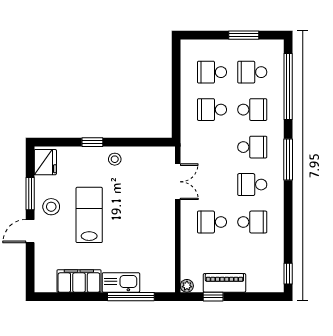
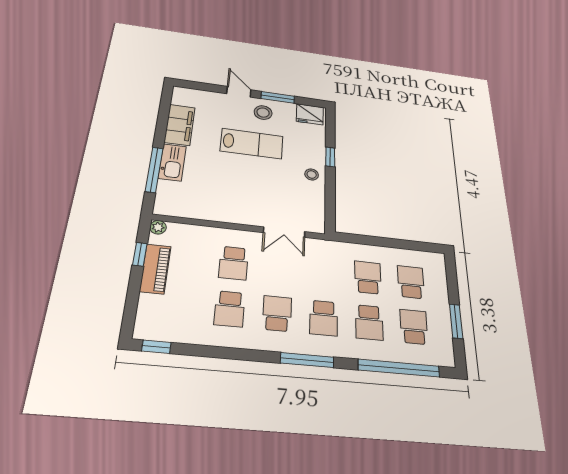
school desk: (212, 222) -> (234, 263), turned 180

